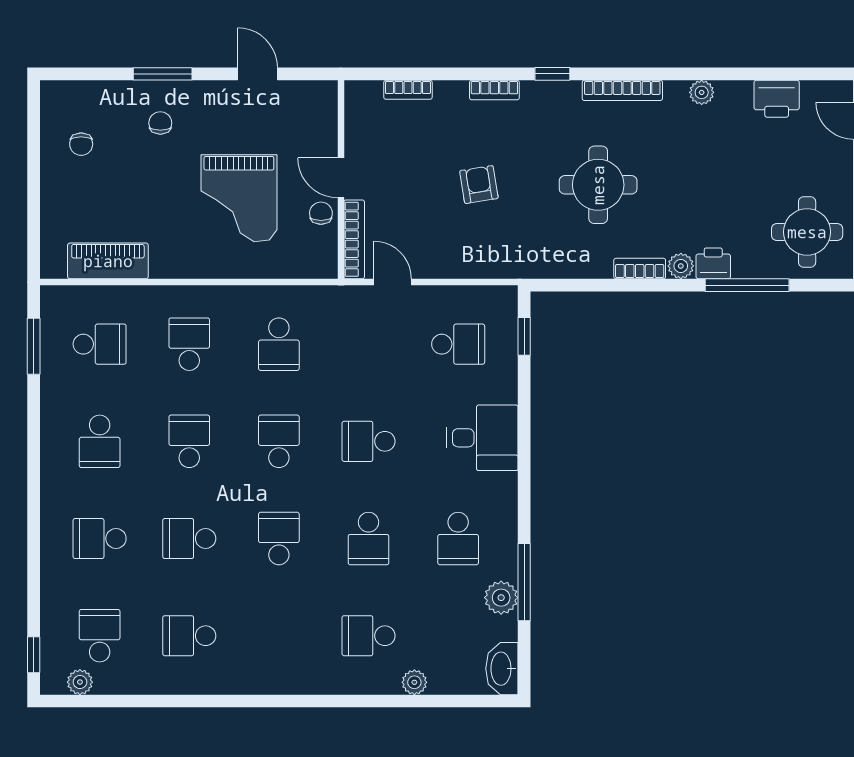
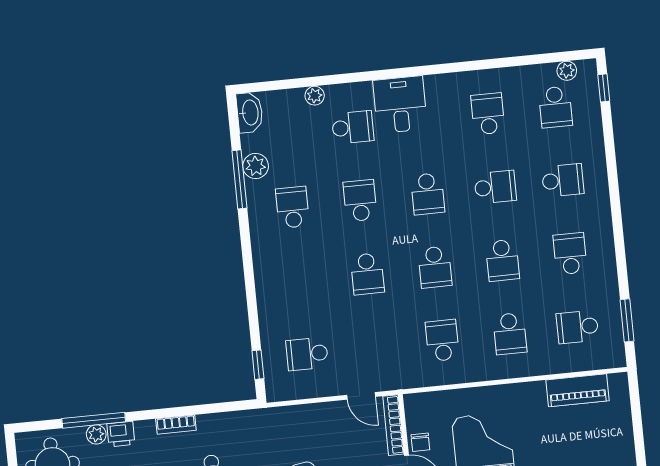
plant: (681, 266) -> (96, 434), moved
desk: (482, 438) -> (400, 105), moved, turned 90
school desk: (369, 441) -> (367, 274), turned 90
school desk: (189, 636) -> (488, 114), turned -90

